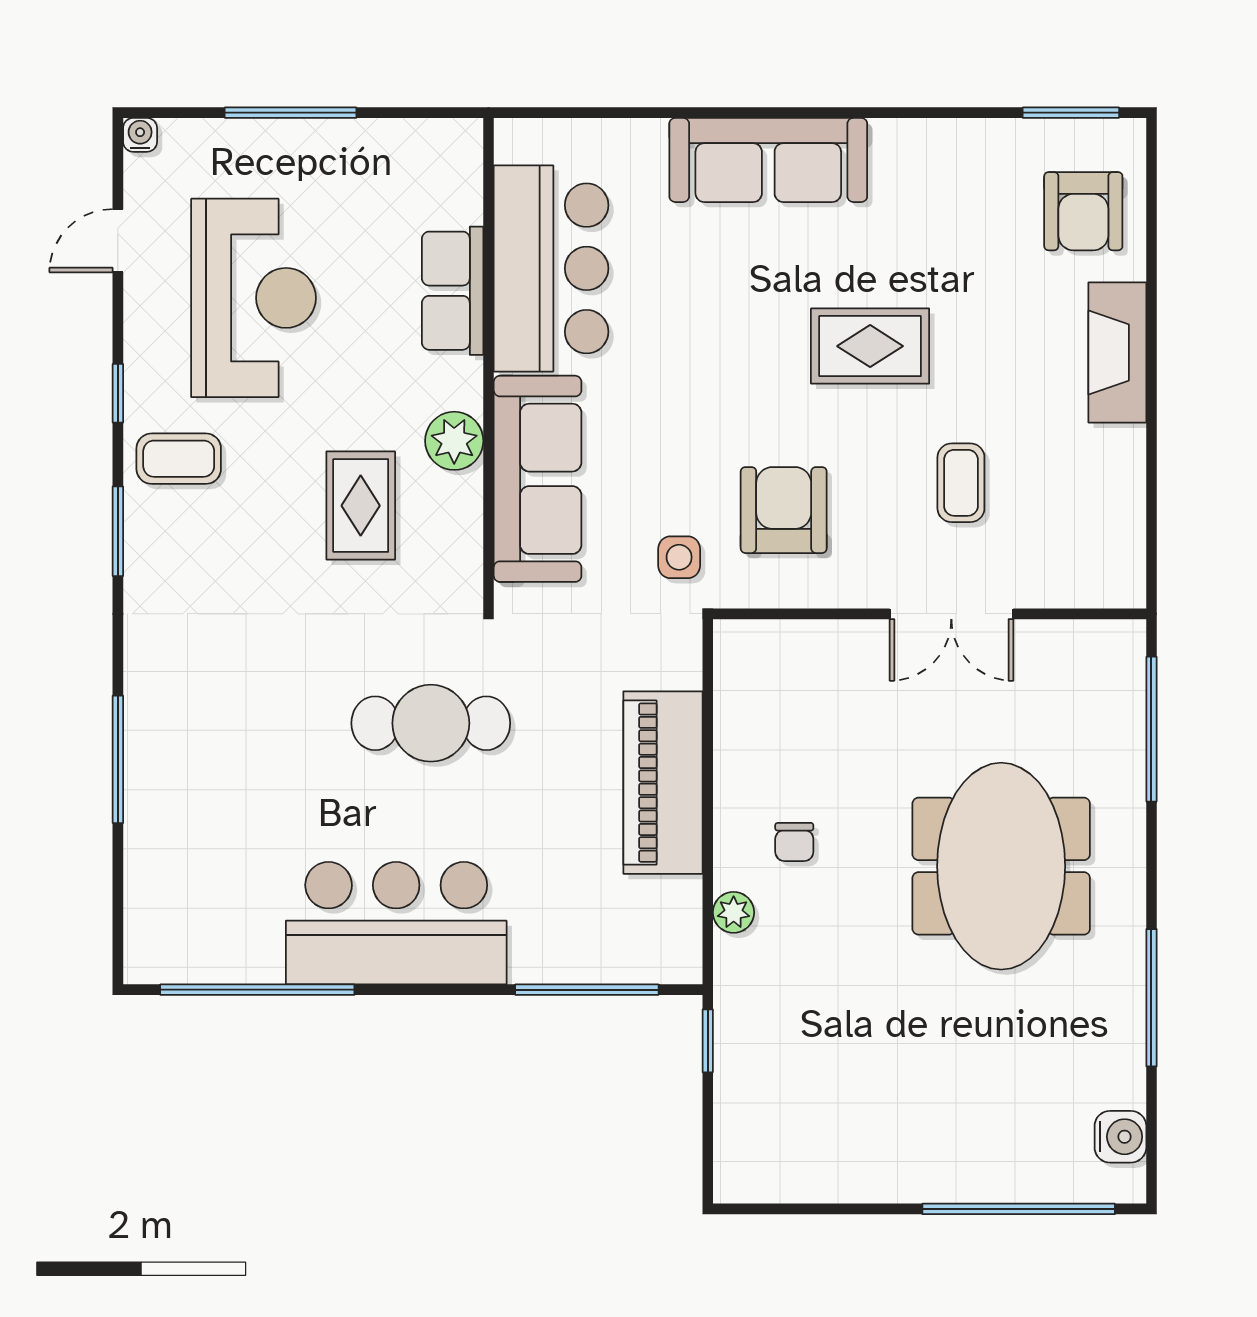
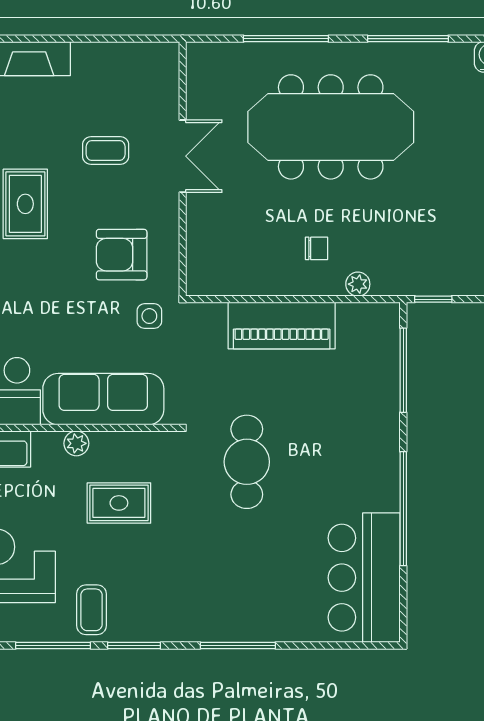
window: (118, 393) -> (53, 646), width x2.17
plant: (454, 441) -> (76, 443), width x0.73, depth x0.73
window: (1151, 729) -> (286, 39), moved
window: (118, 759) -> (238, 646), moved
meeting table: (1001, 866) -> (331, 127), width x1.36
bar counter: (396, 923) -> (364, 578), moved
window: (257, 990) -> (403, 509), moved

